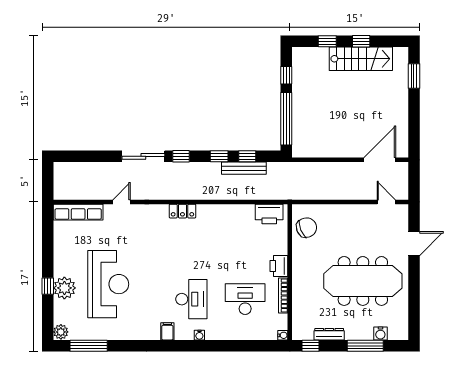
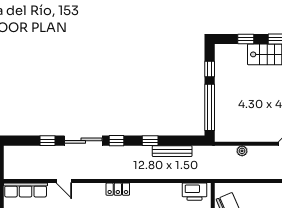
window: (247, 156) -> (47, 141), moved
plant: (323, 168) -> (242, 151), added
door: (122, 202) -> (64, 181), swing flipped

